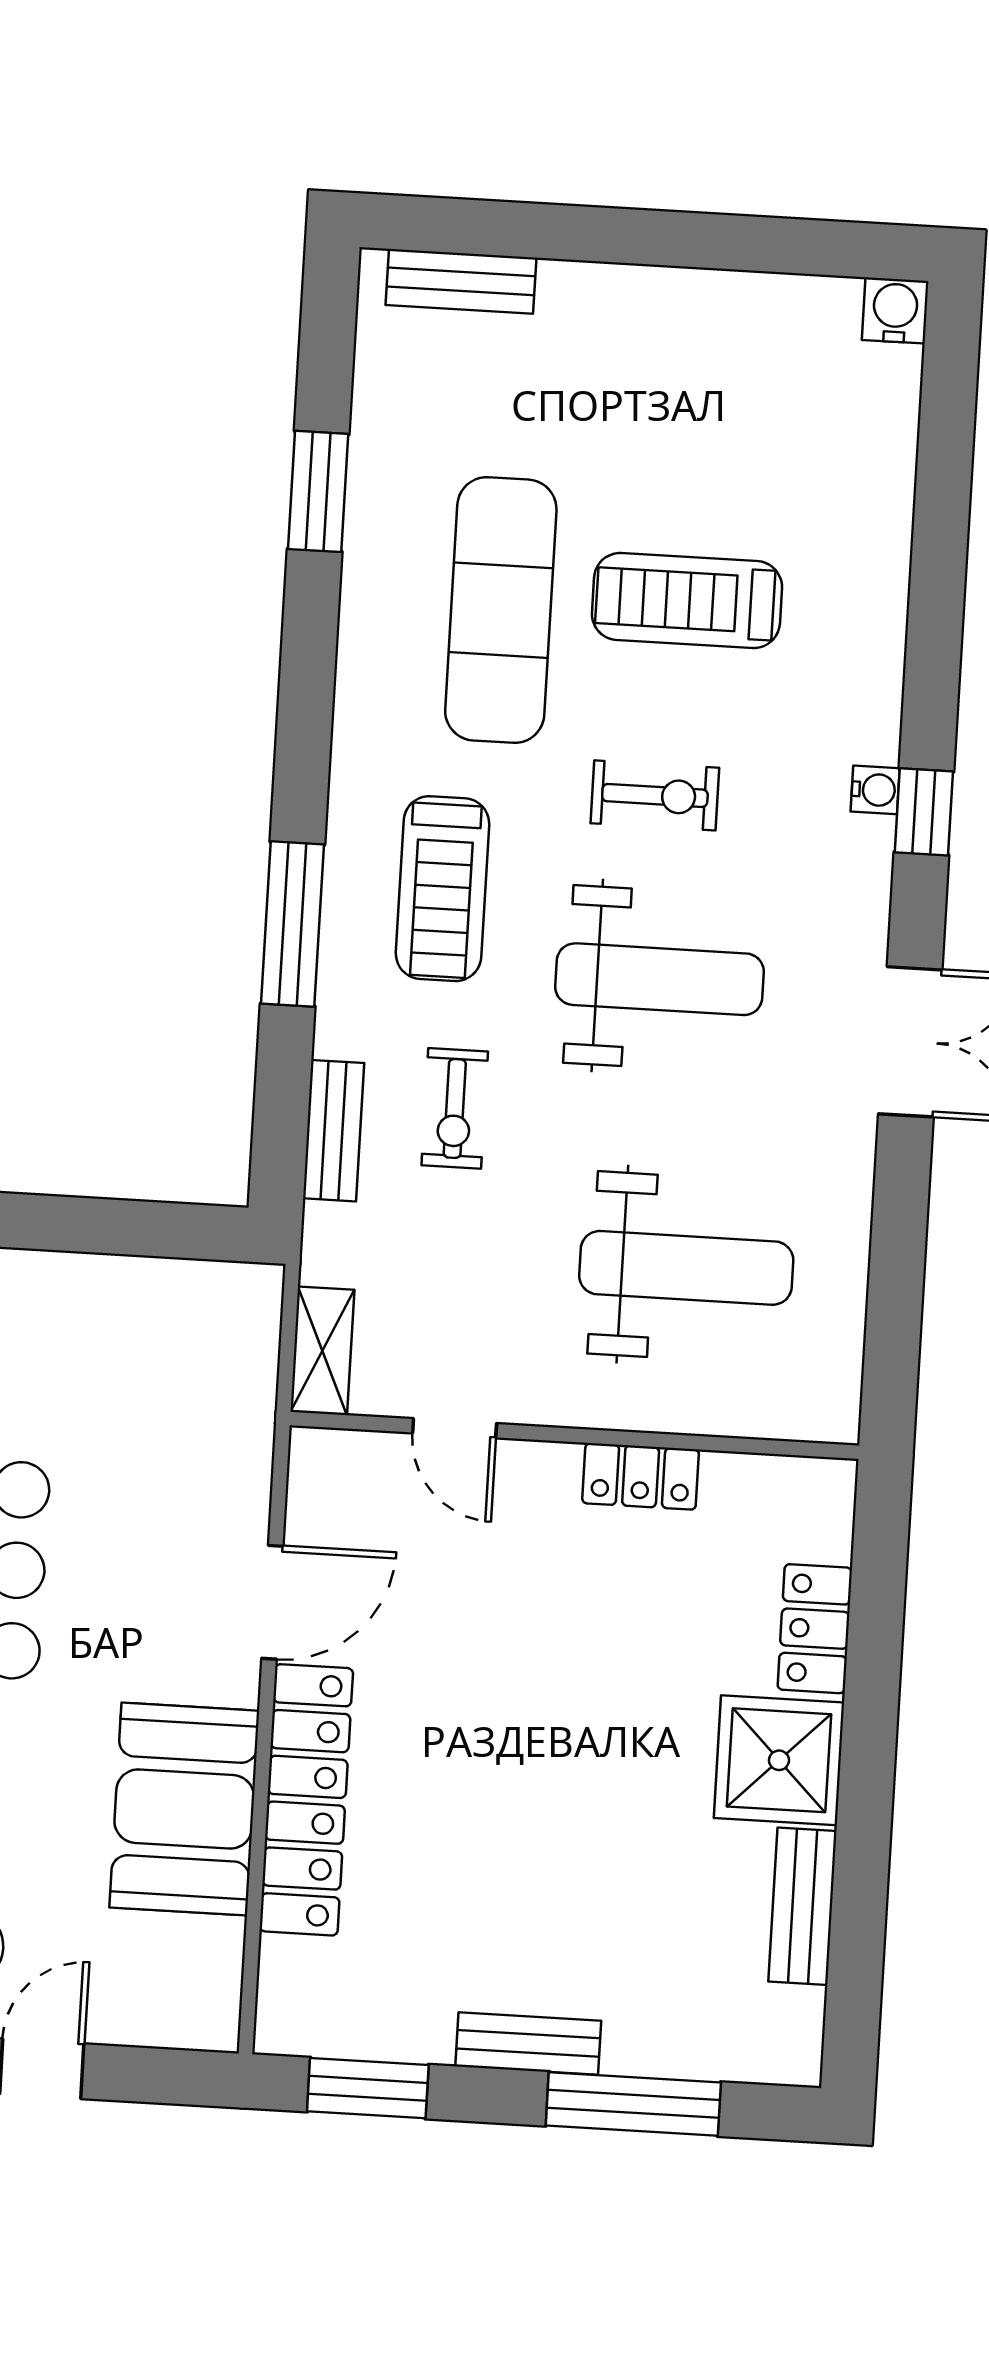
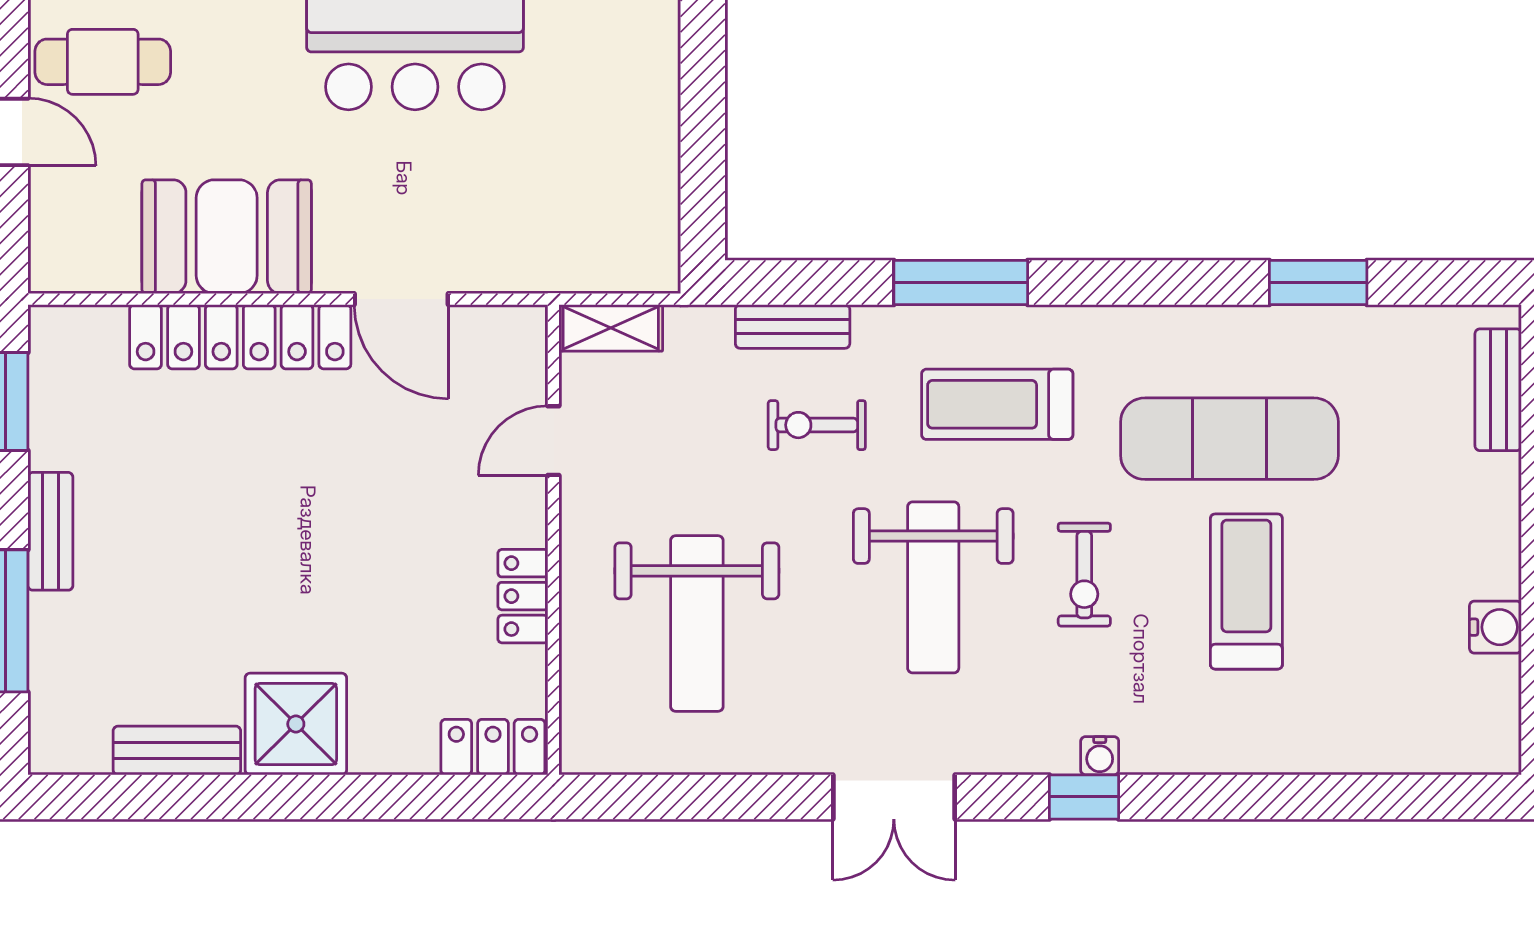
water cooler: (895, 310) -> (1495, 627), moved
locker: (815, 1629) -> (493, 747), moved

